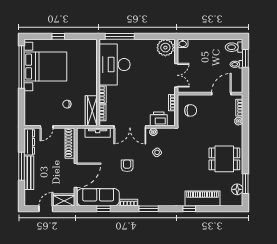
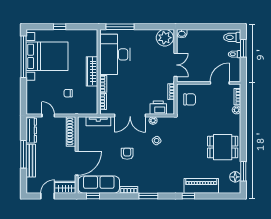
wardrobe: (91, 111) -> (92, 71), moved
door: (47, 127) -> (48, 116), swing flipped
window: (104, 209) -> (93, 196), moved

